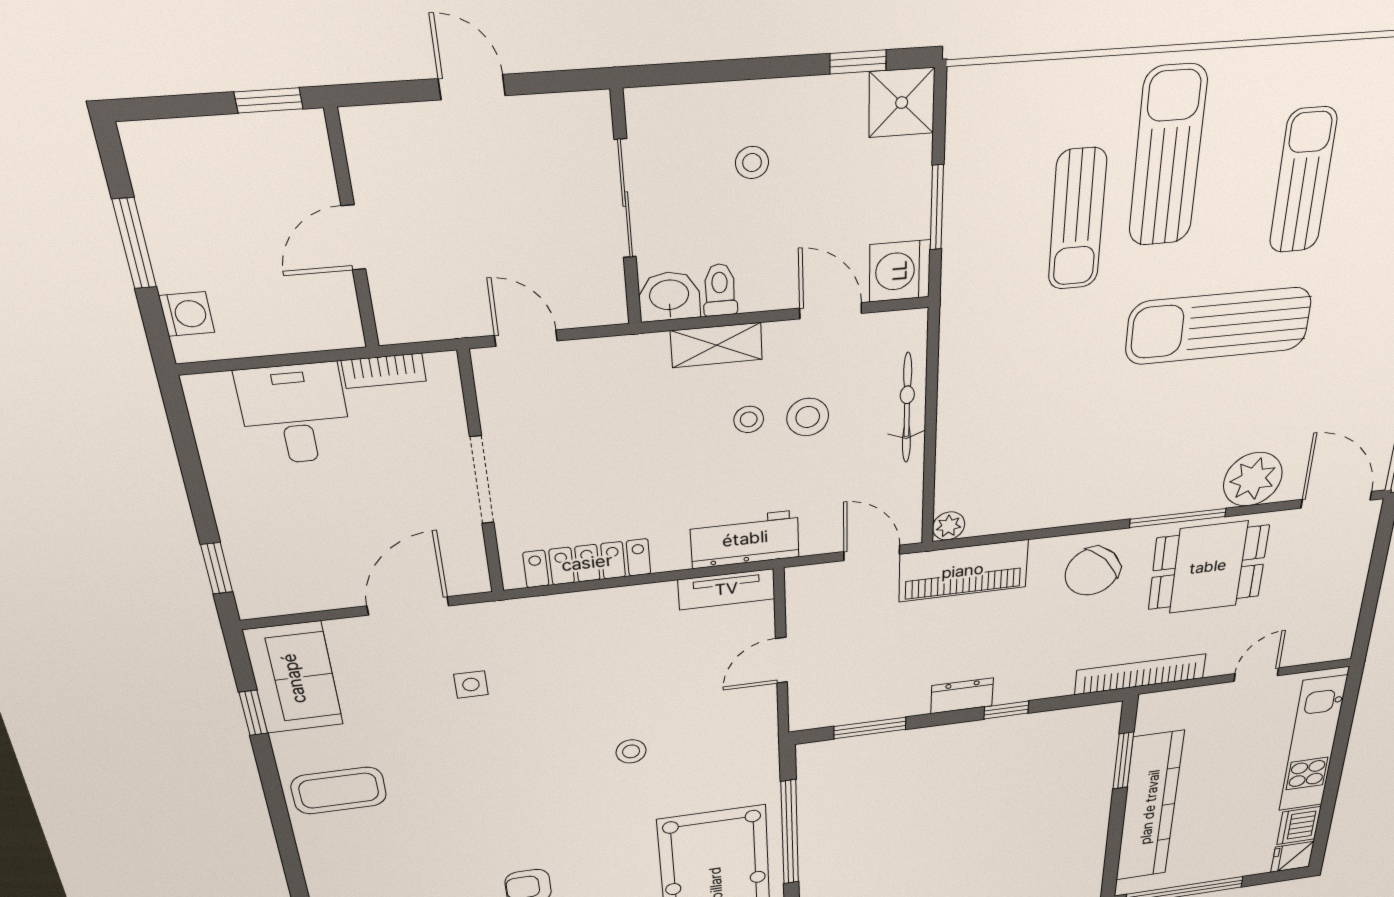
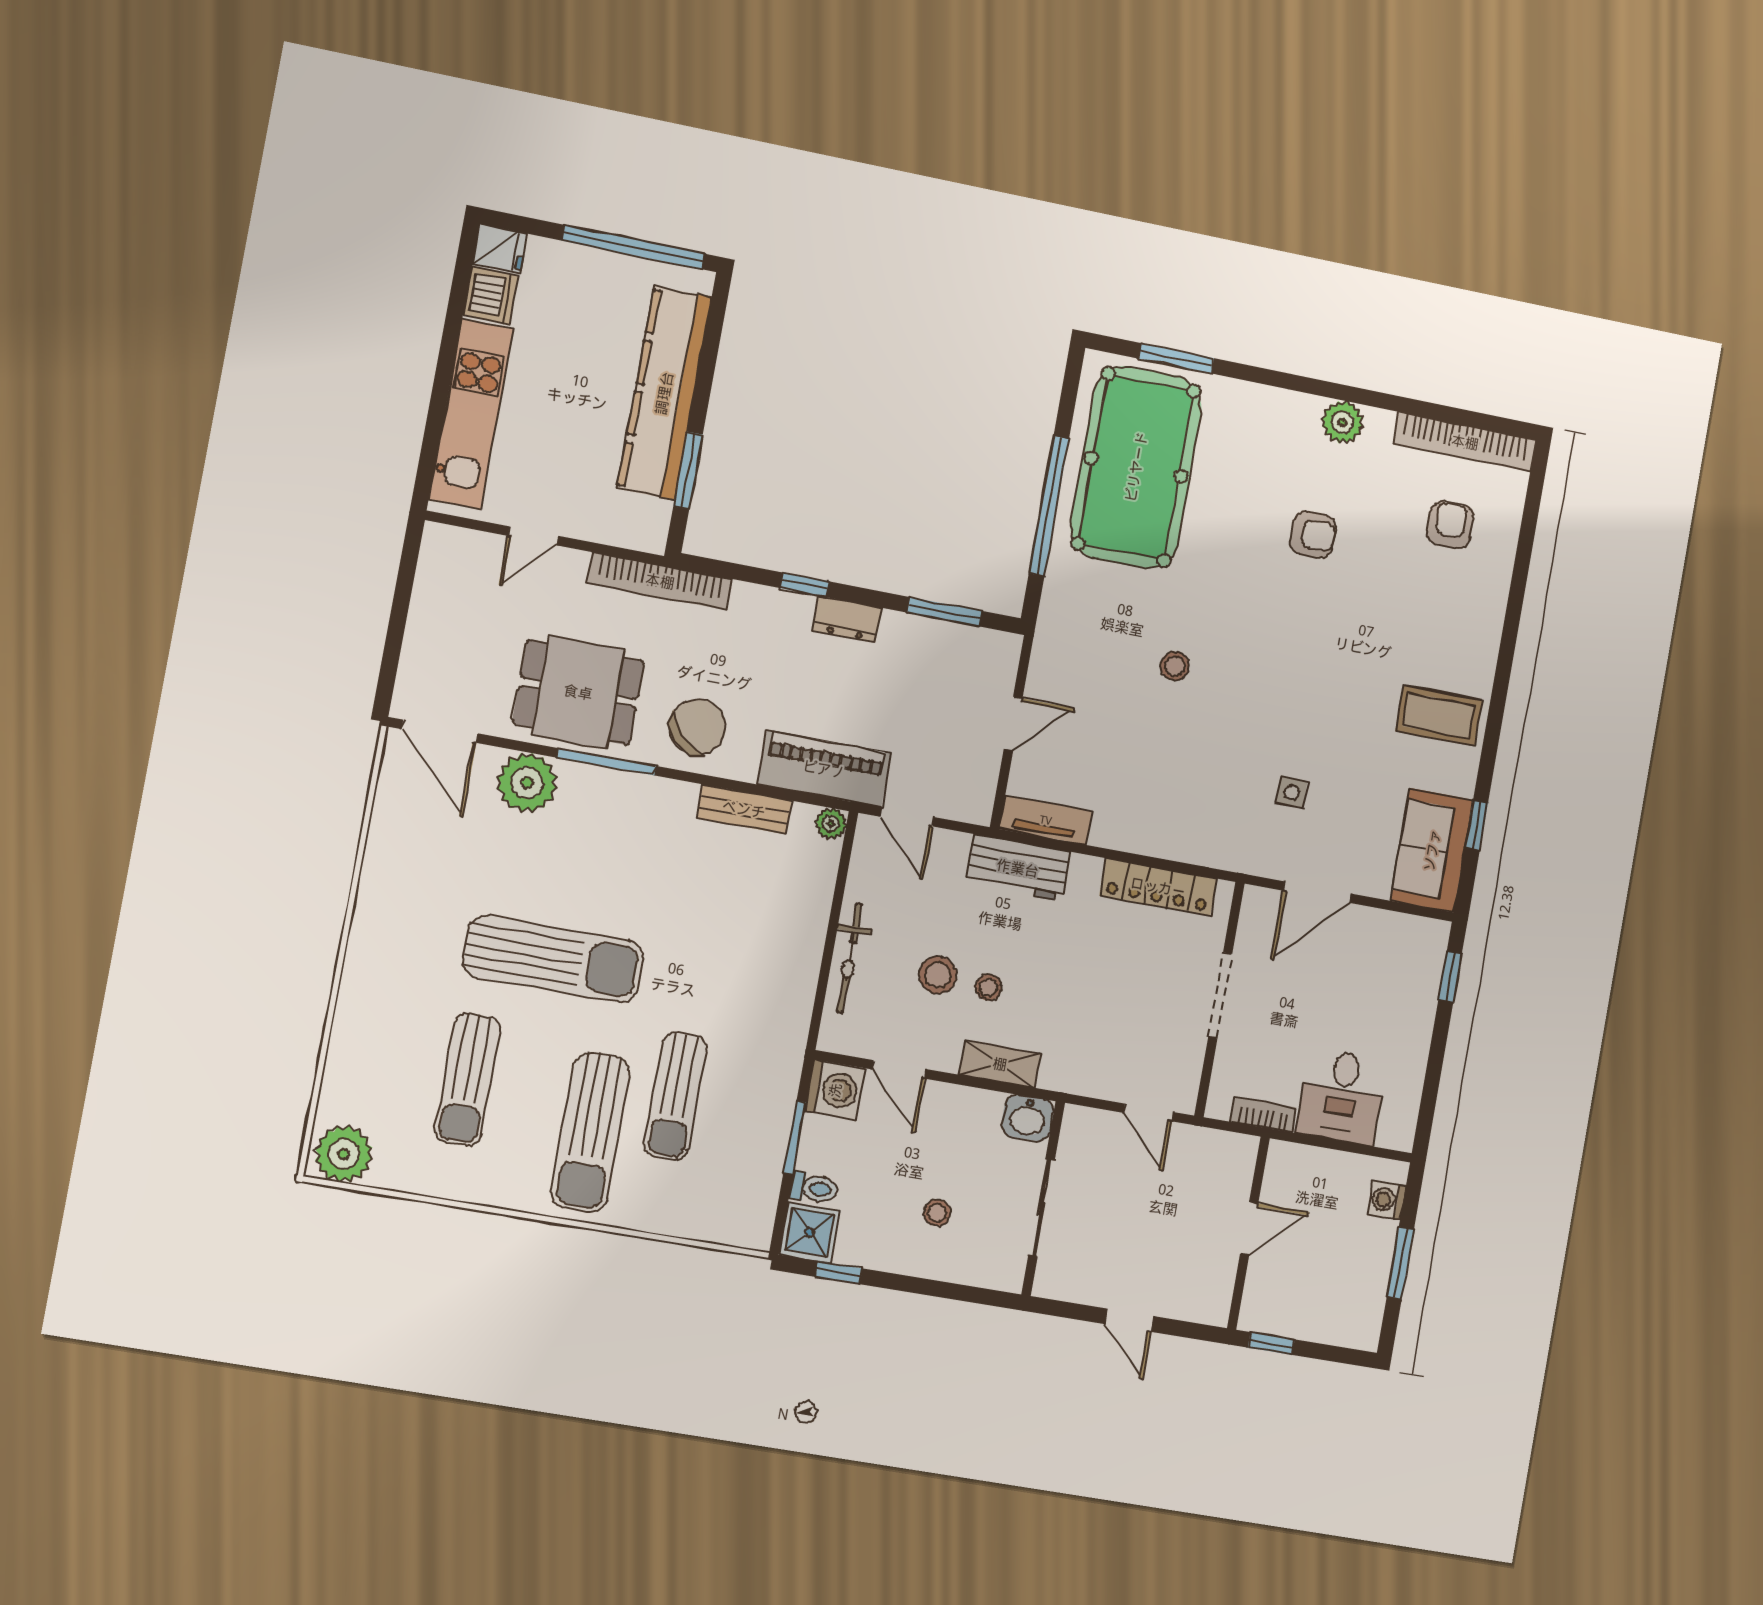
sun lounger: (1077, 219) -> (675, 1096), turned 180
toilet: (720, 290) -> (814, 1188), moved, turned -90
bench: (1038, 514) -> (744, 809), added

